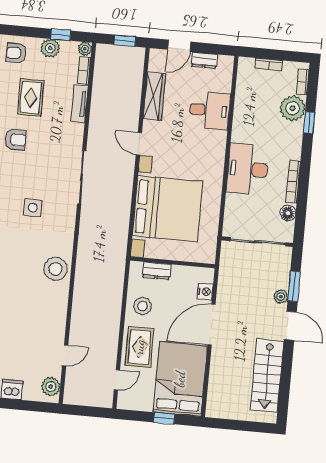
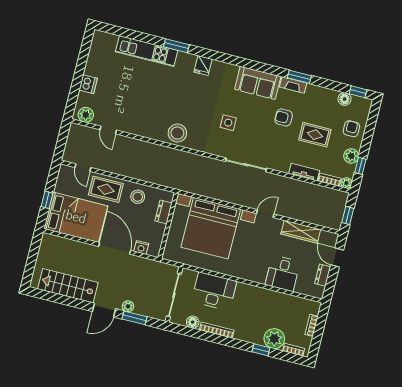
armchair: (15, 140) -> (284, 118), turned 90
desk: (248, 169) -> (214, 291), moved

